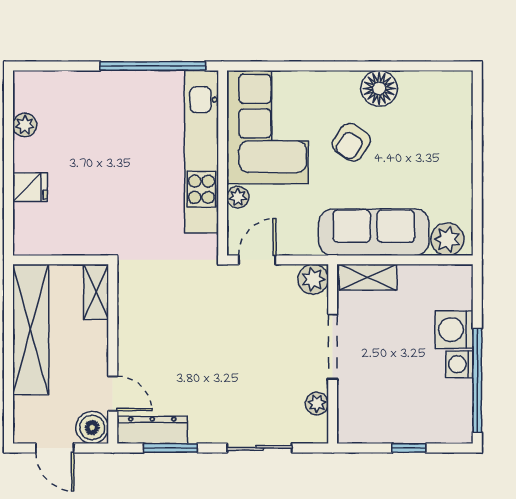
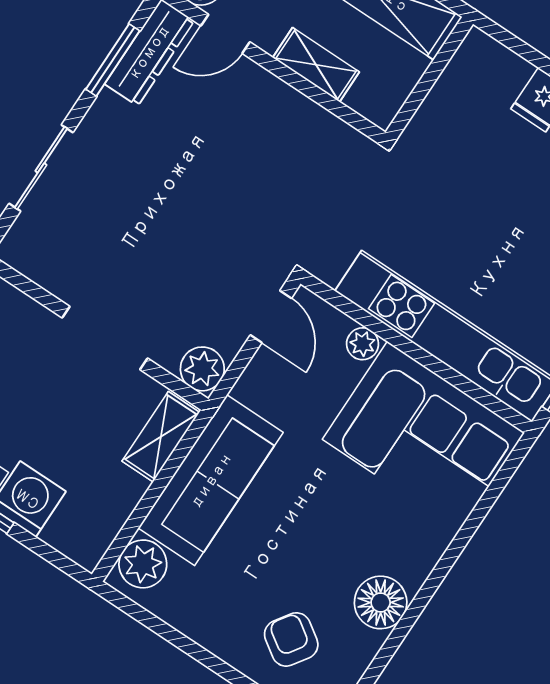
armchair: (351, 142) -> (291, 639), moved
shelving: (96, 292) -> (316, 65), moved
plant: (317, 404) -> (49, 273), removed

